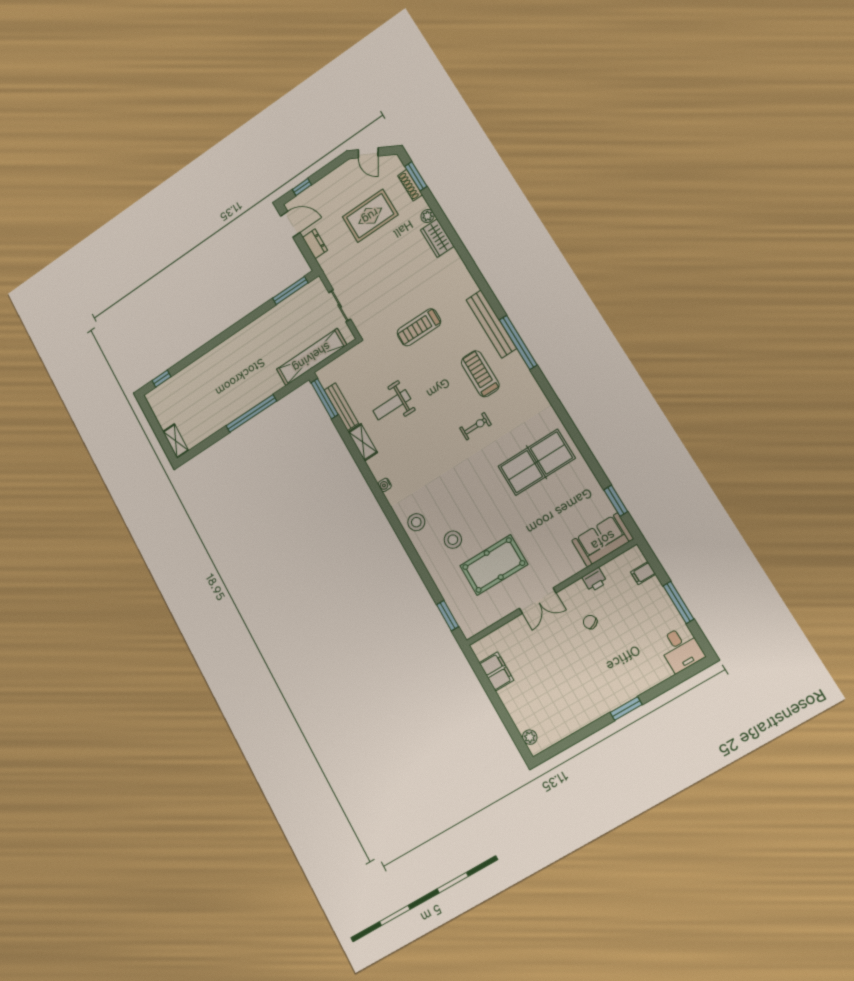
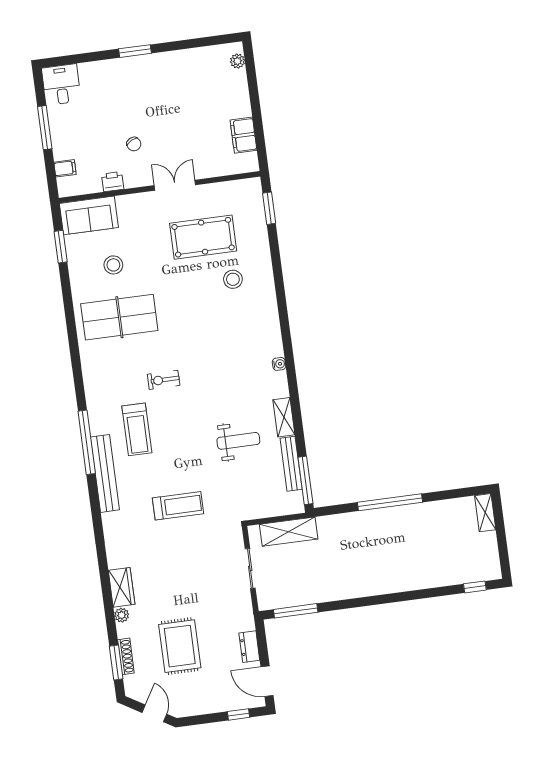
rug: (370, 216) -> (180, 646), turned 90
shelving: (311, 357) -> (289, 532), width x0.68
stool: (416, 522) -> (113, 265), moved

